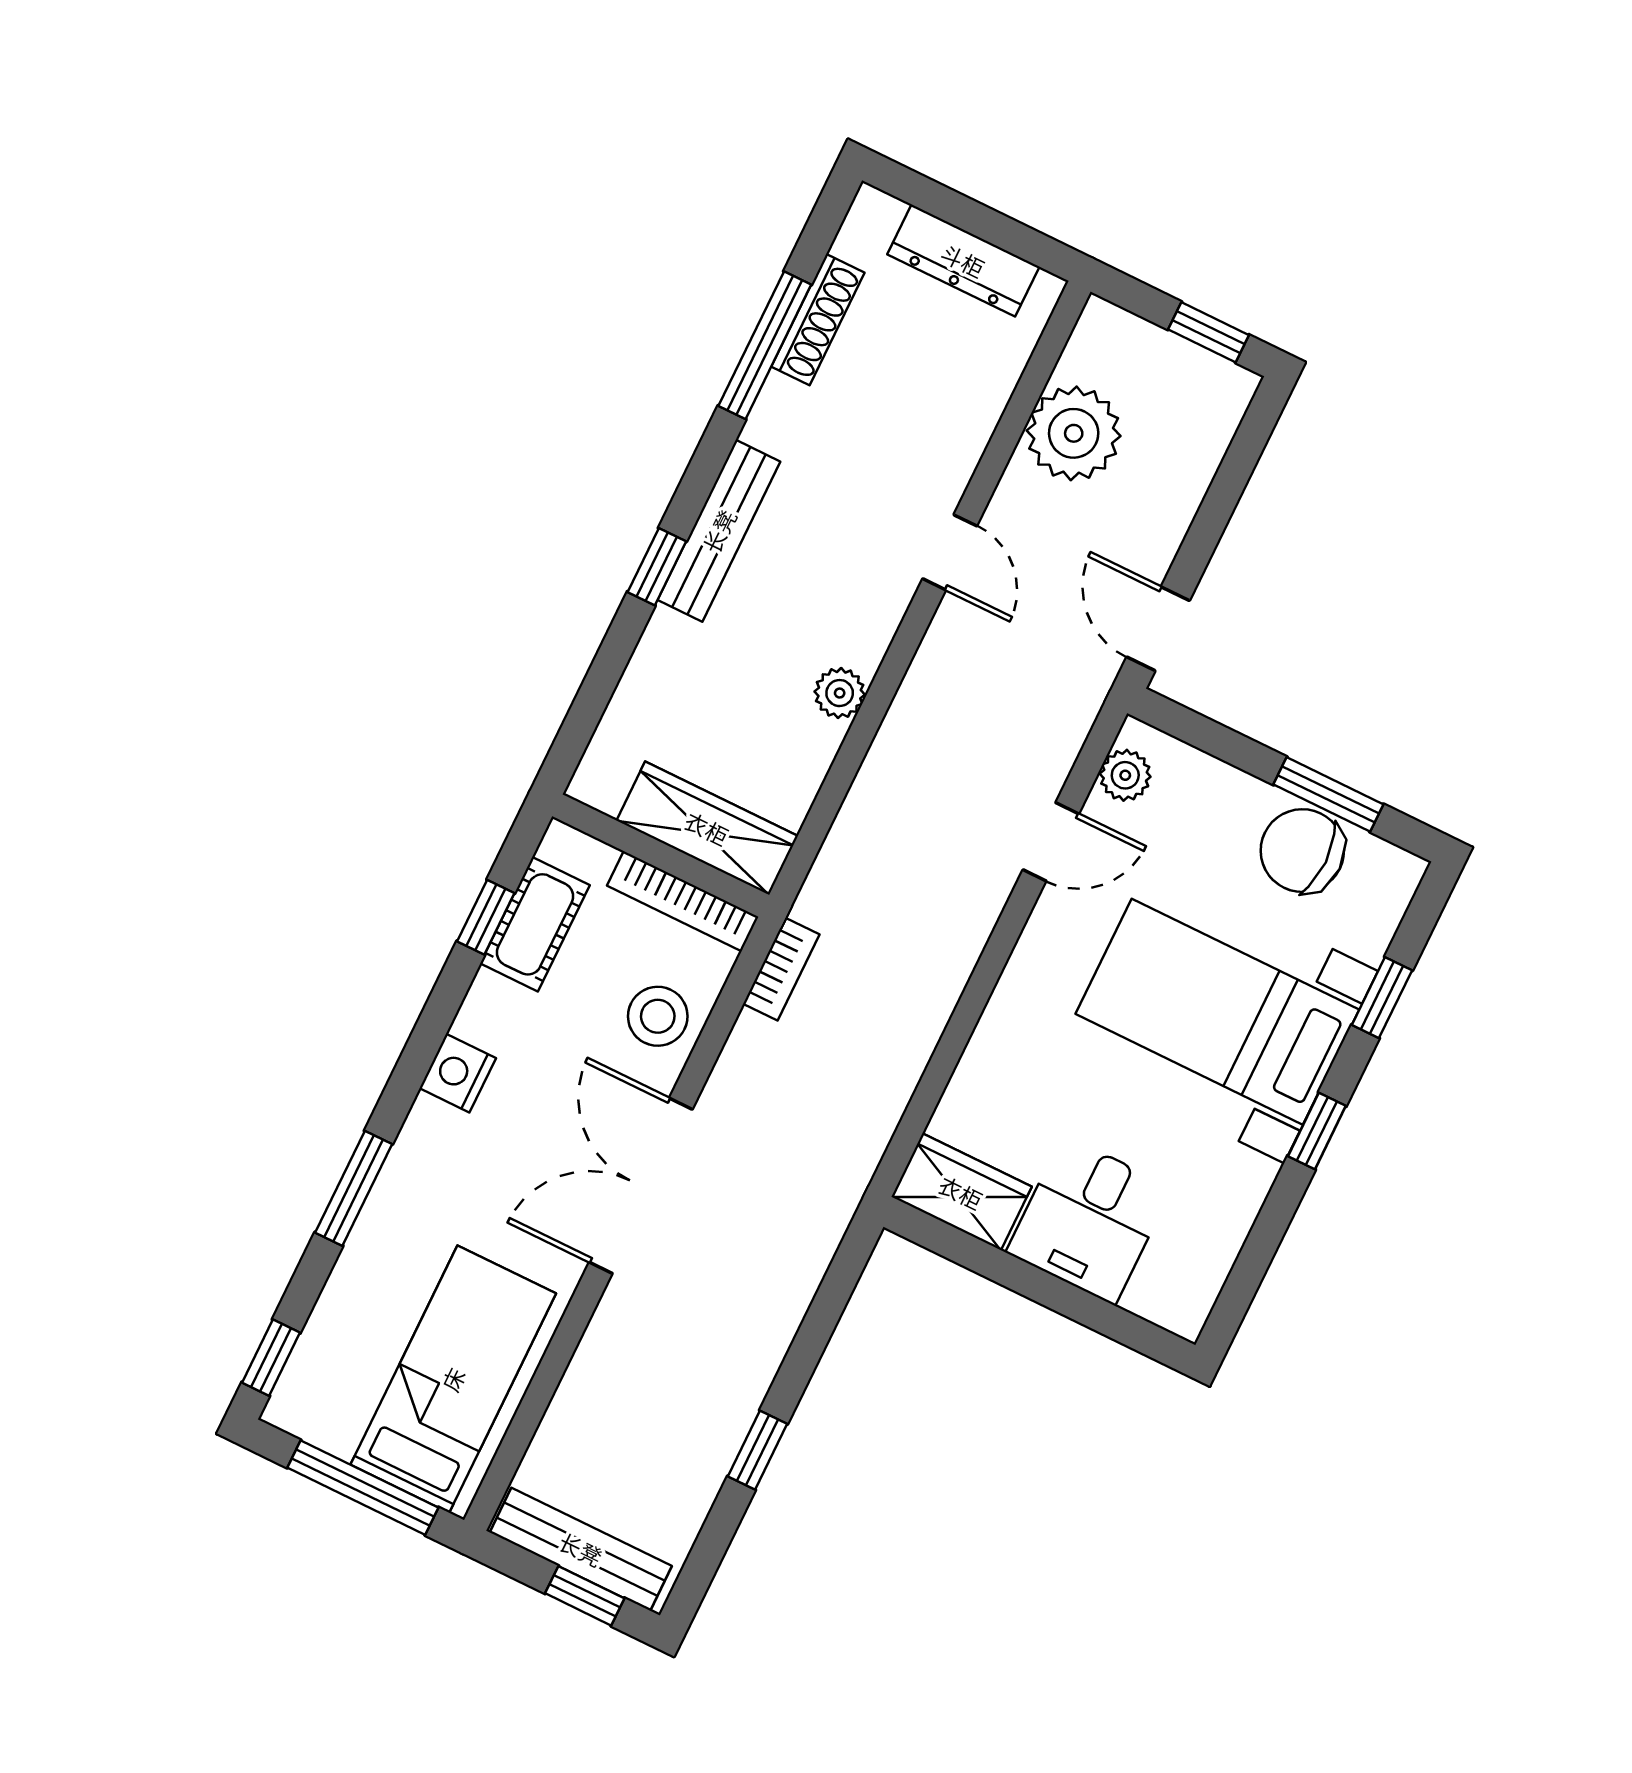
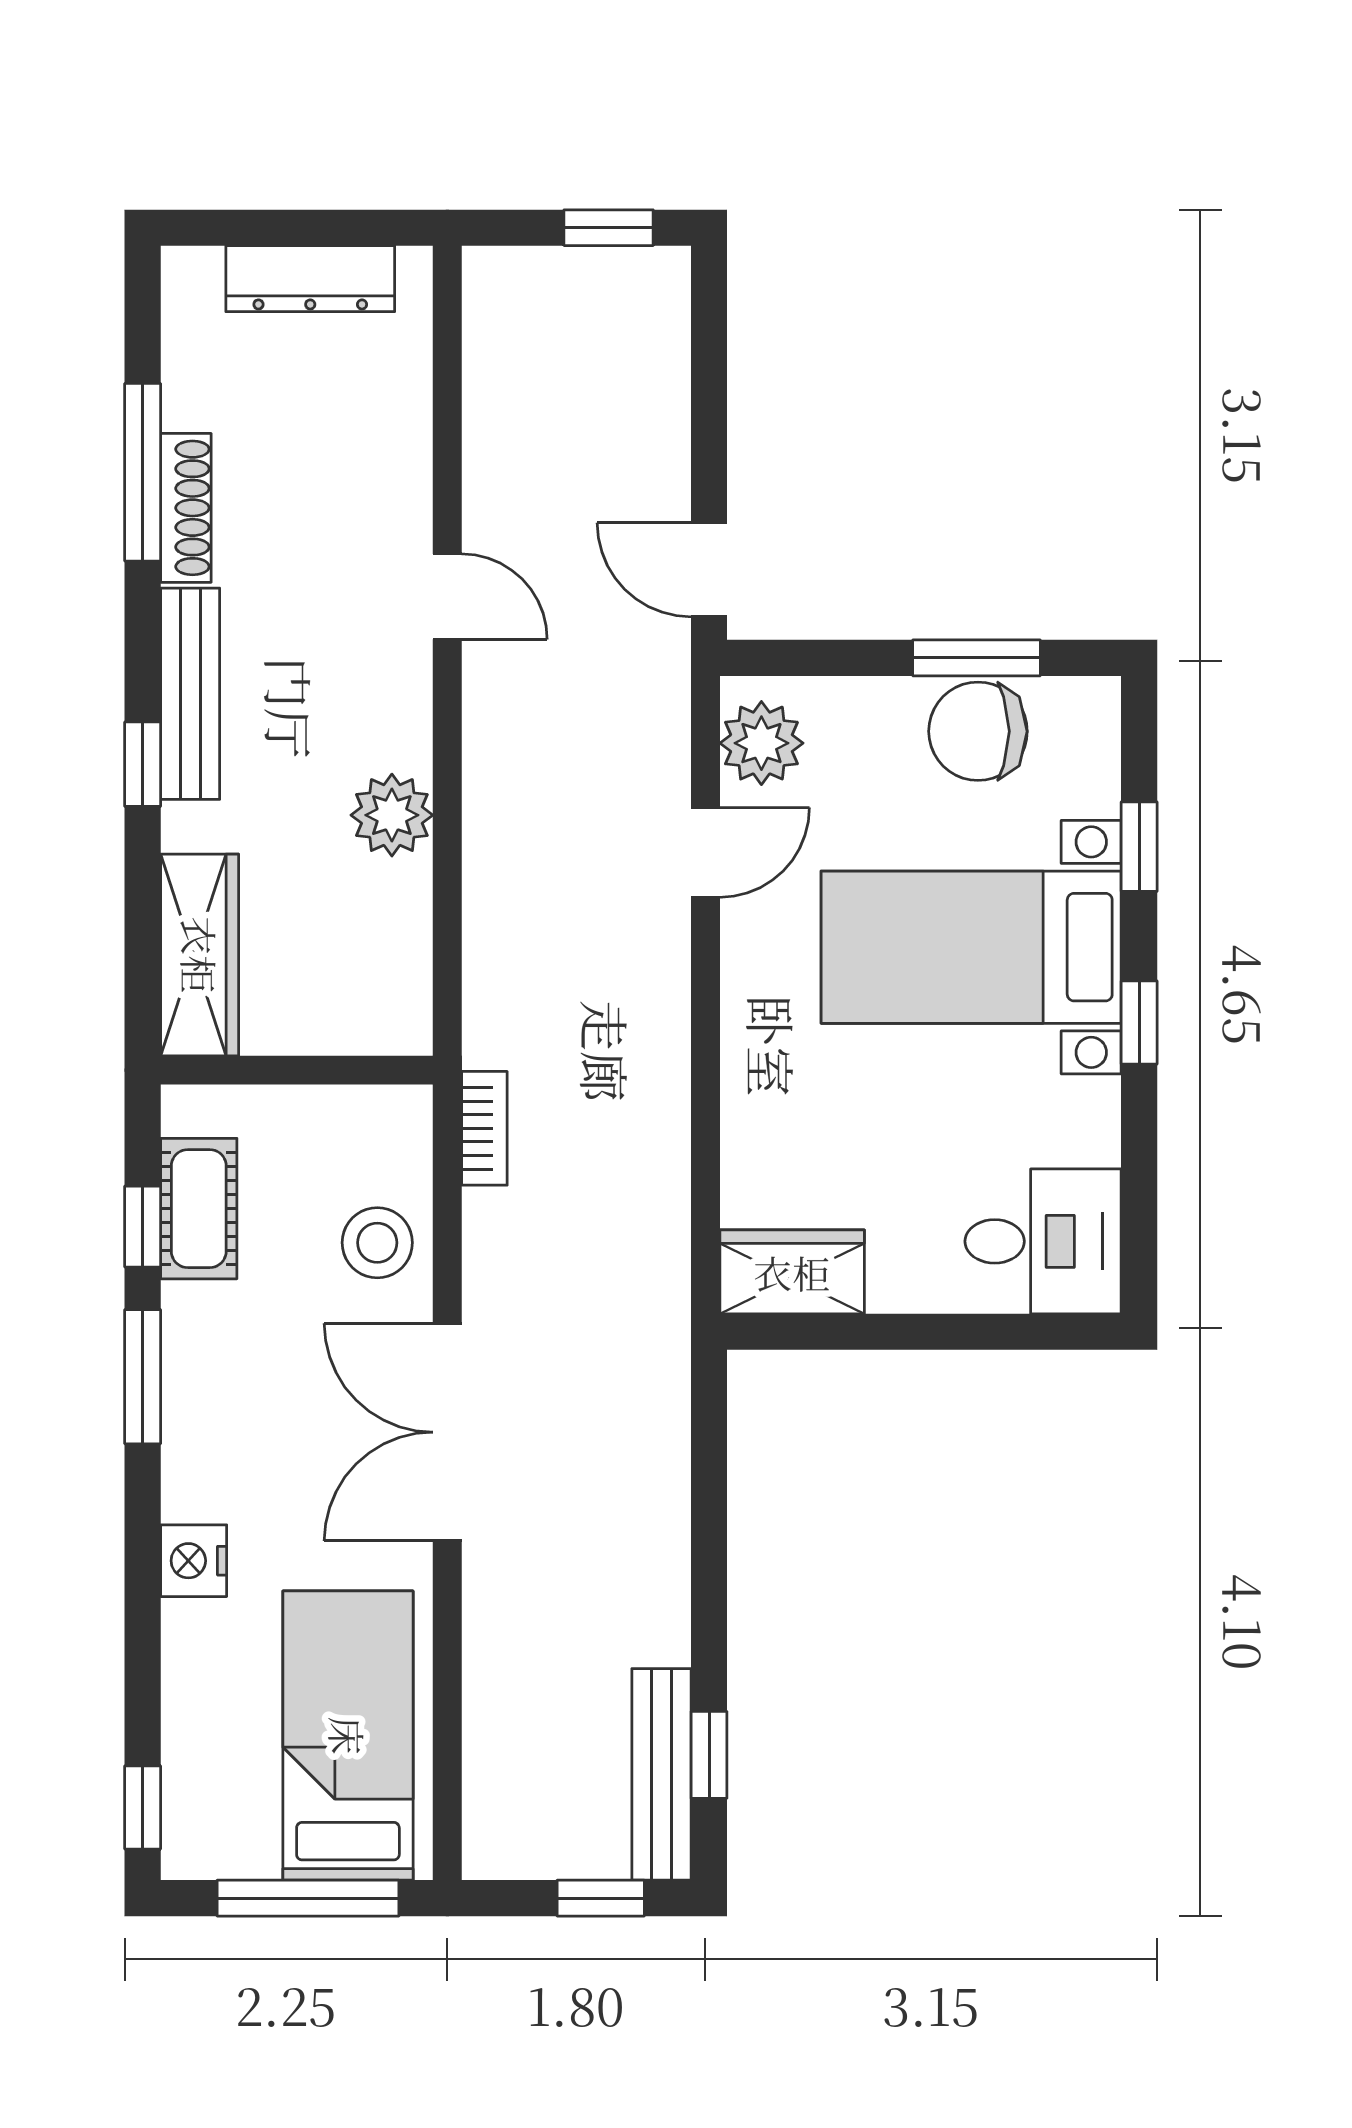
shoe rack: (818, 320) -> (186, 508), moved
plant: (1074, 433) -> (518, 406), removed
plant: (840, 693) -> (392, 815), width x1.38, depth x1.38
plant: (1125, 775) -> (761, 743), width x1.38, depth x1.38
wardrobe: (707, 828) -> (200, 955), moved, turned 90
bookcase: (683, 901) -> (344, 1107), removed
nightstand: (458, 1073) -> (194, 1561), moved
window: (354, 1188) -> (143, 1377), moved
desk: (1089, 1220) -> (1043, 1241), moved, turned -90
window: (757, 1450) -> (709, 1755), moved
bench: (581, 1549) -> (661, 1774), moved, turned 90

